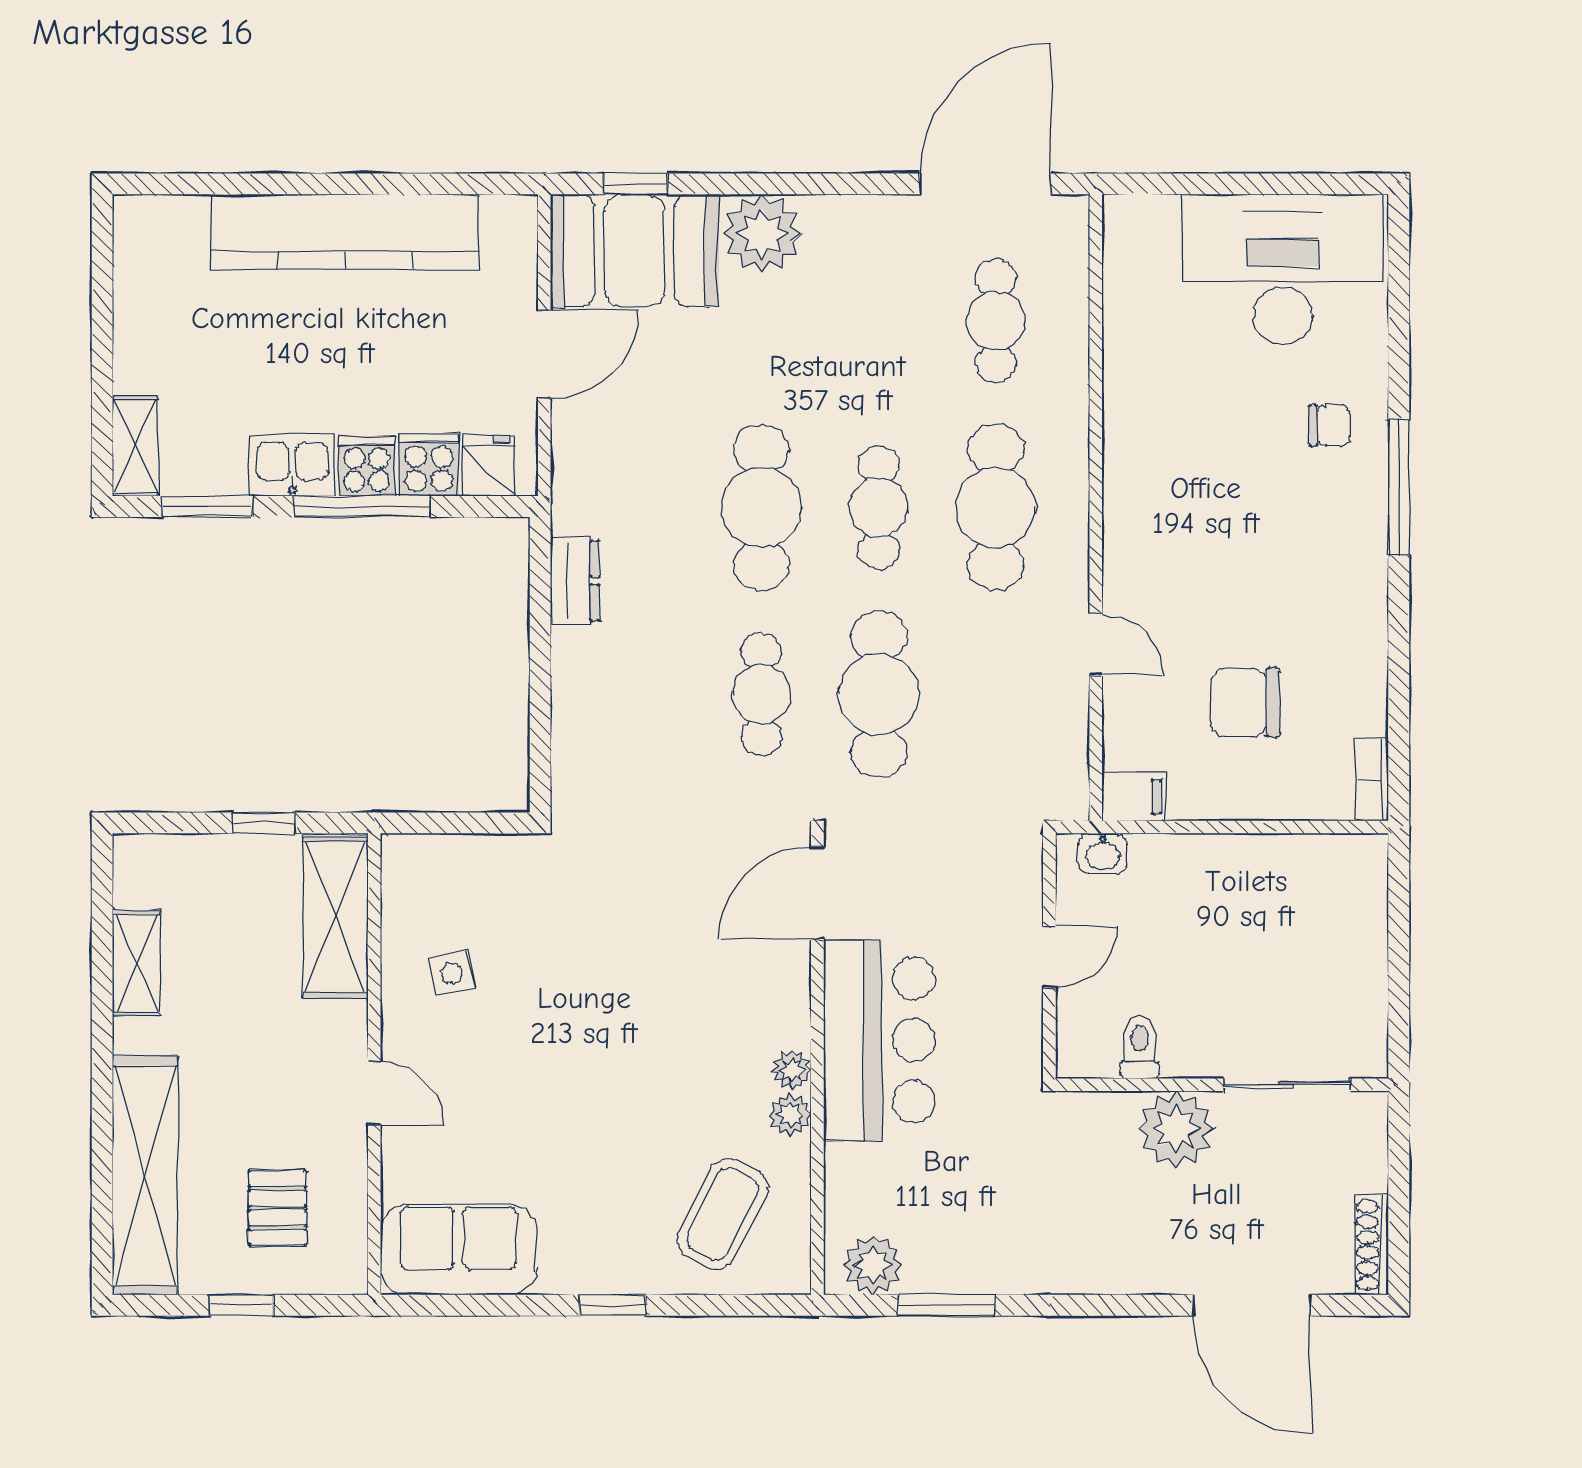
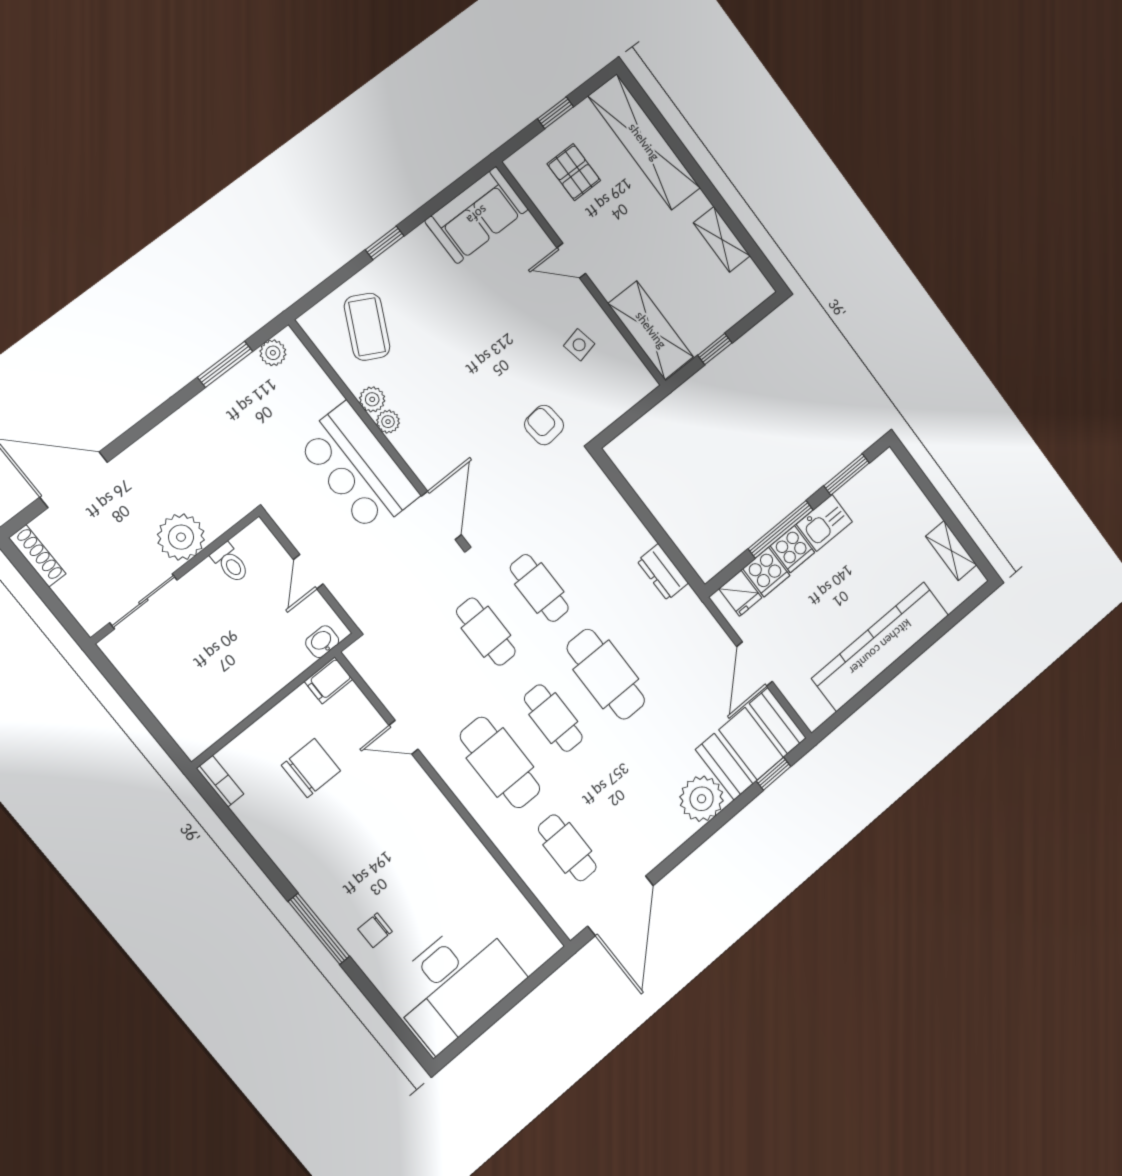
shelving: (135, 446) -> (951, 551), moved
cafe table: (879, 694) -> (486, 632), width x0.73, depth x0.74
armchair: (585, 904) -> (544, 425), added
plant: (873, 1265) -> (273, 353), width x0.73, depth x0.73

